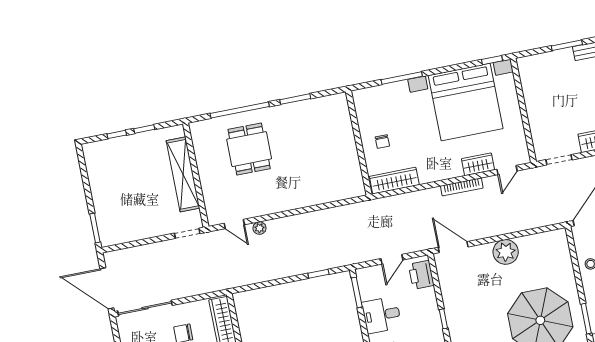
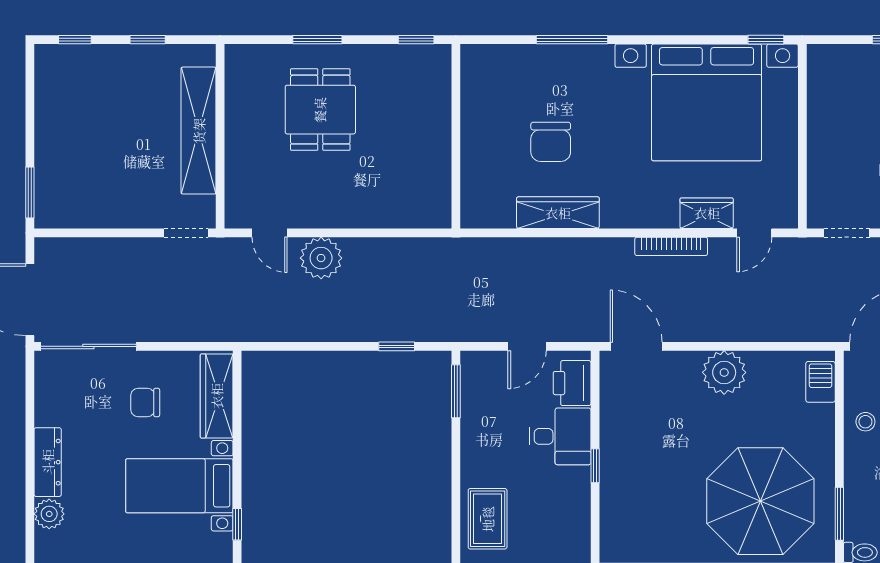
window: (402, 78) -> (572, 40), moved
window: (295, 99) -> (416, 40), width x0.67
window: (240, 110) -> (317, 40), width x0.47
window: (117, 134) -> (75, 40), moved
chair: (382, 142) -> (551, 142), width x1.87, depth x1.87
wall: (359, 143) -> (456, 136), moved
plant: (259, 228) -> (321, 258), width x1.88, depth x1.88
barbecue: (561, 247) -> (821, 382), added
desk: (382, 315) -> (560, 436), moved, turned 180

